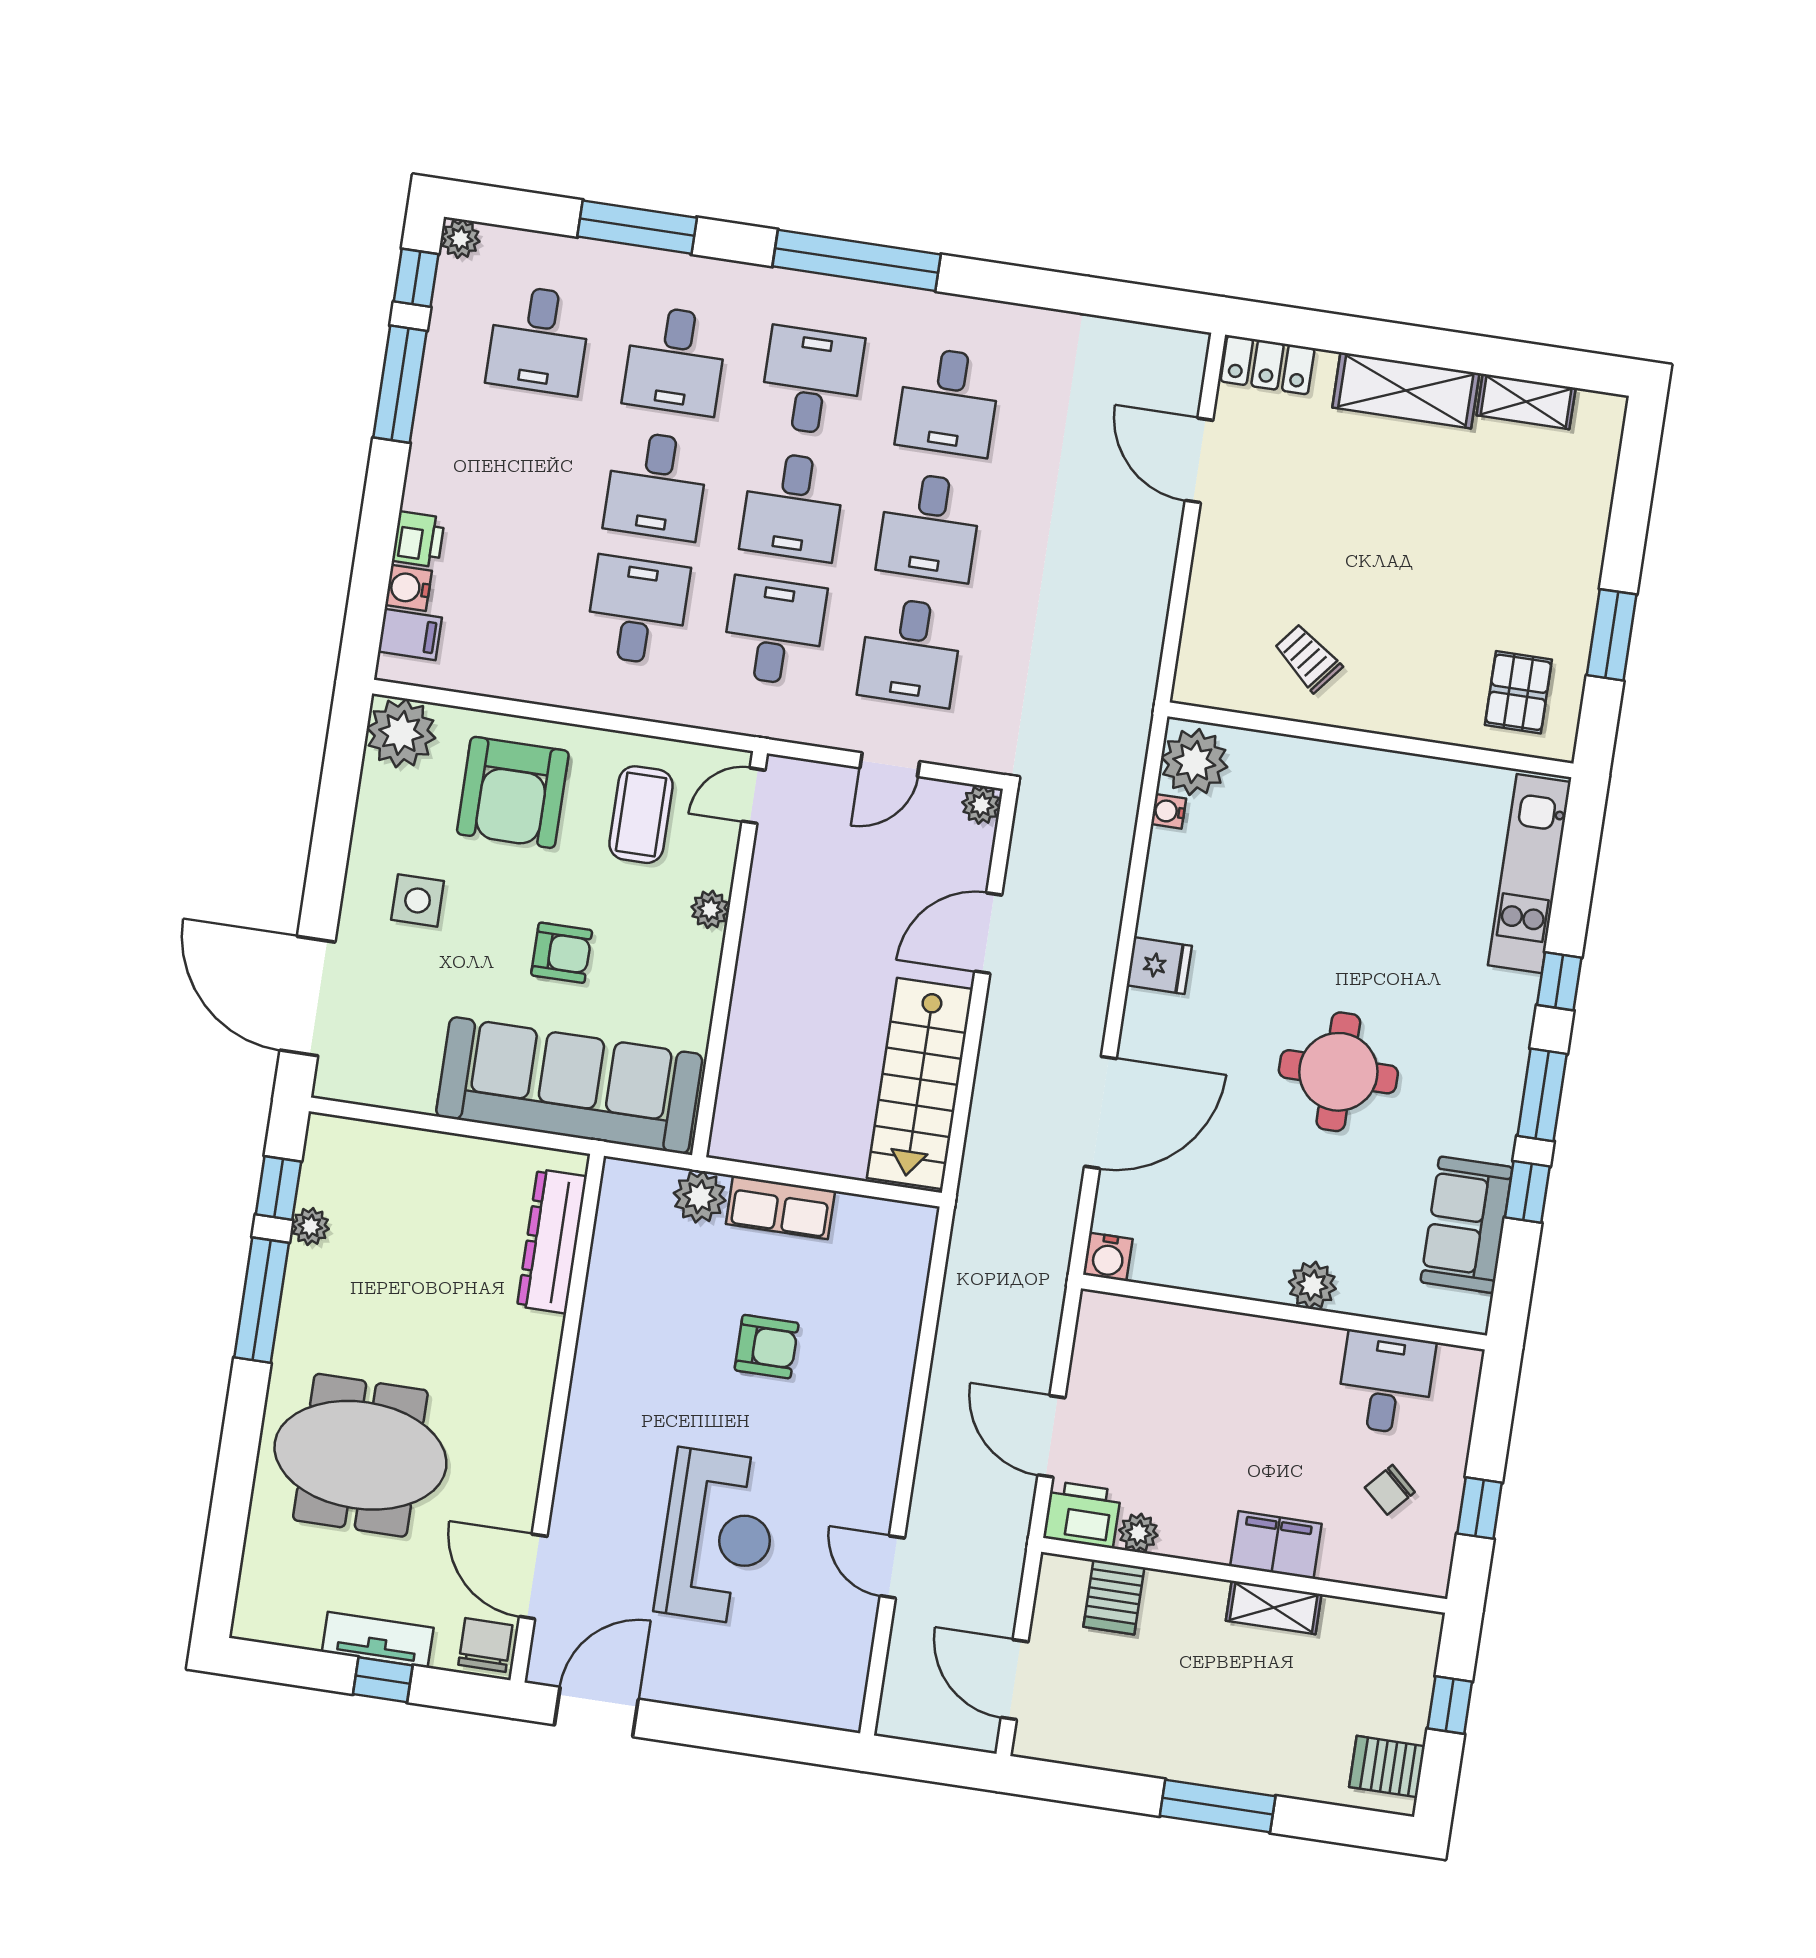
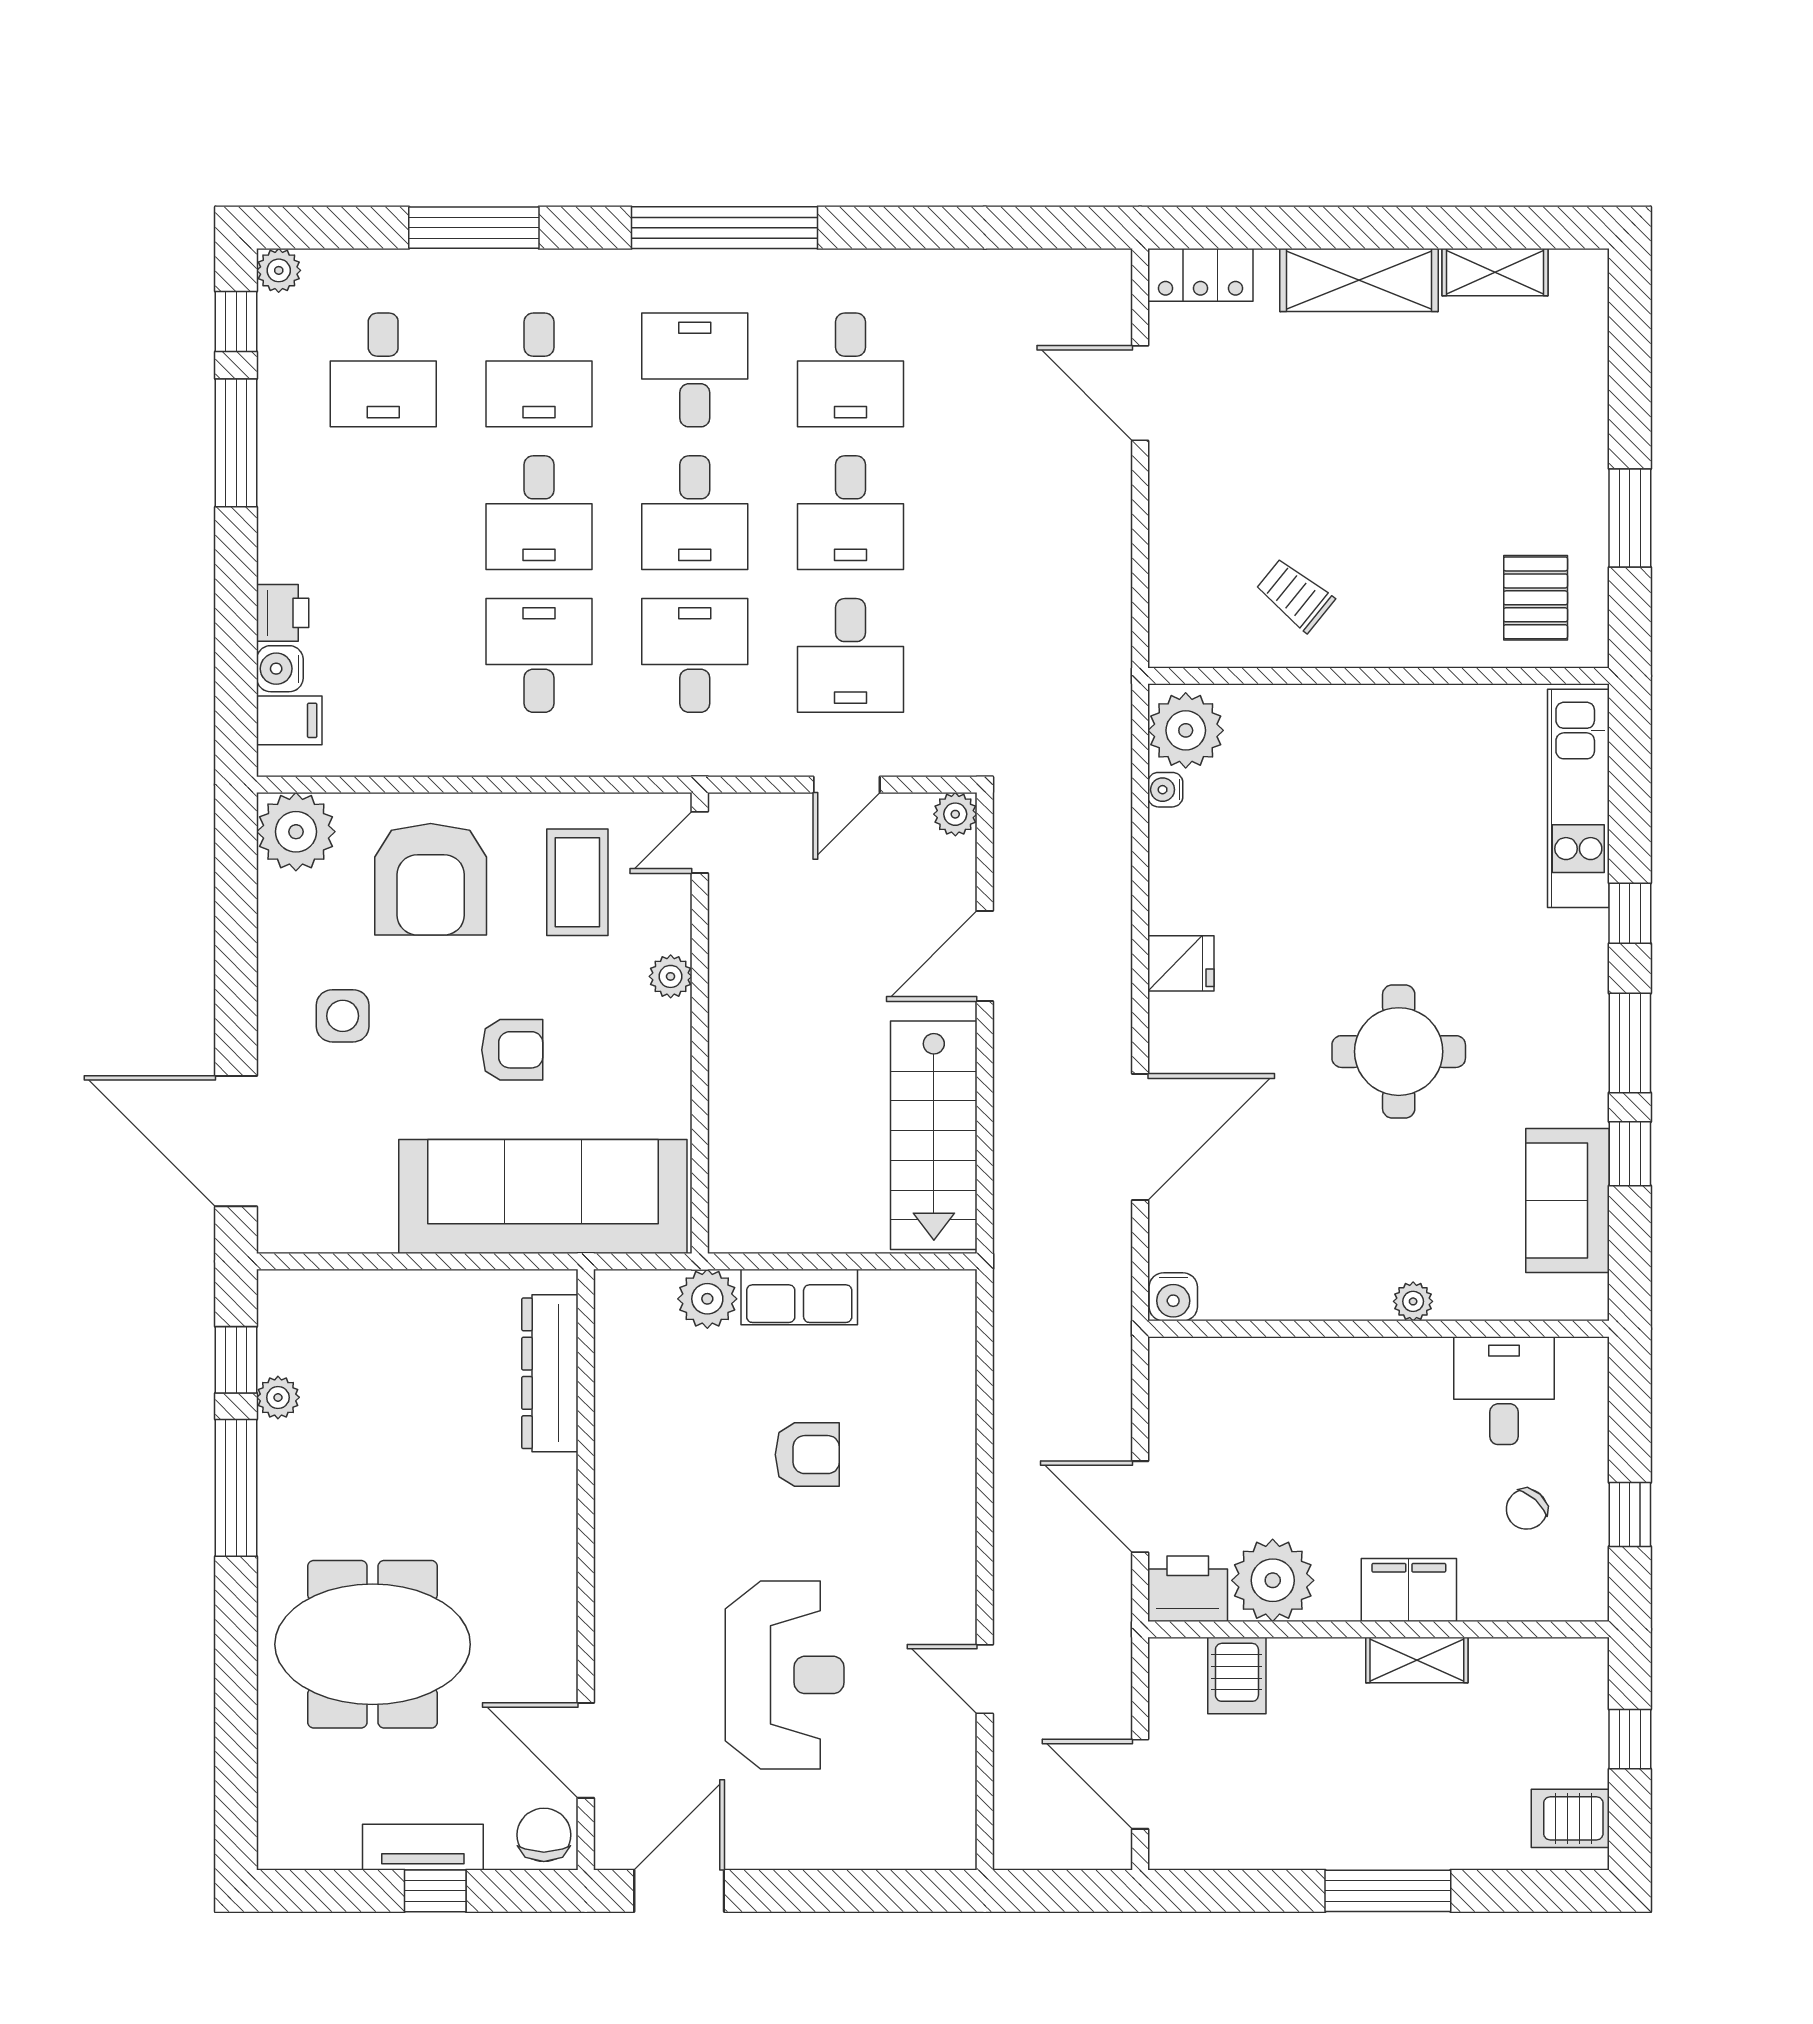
plant: (1312, 1285) -> (1413, 1301), width x0.73, depth x0.73
plant: (1138, 1533) -> (1273, 1580), width x1.88, depth x1.88

